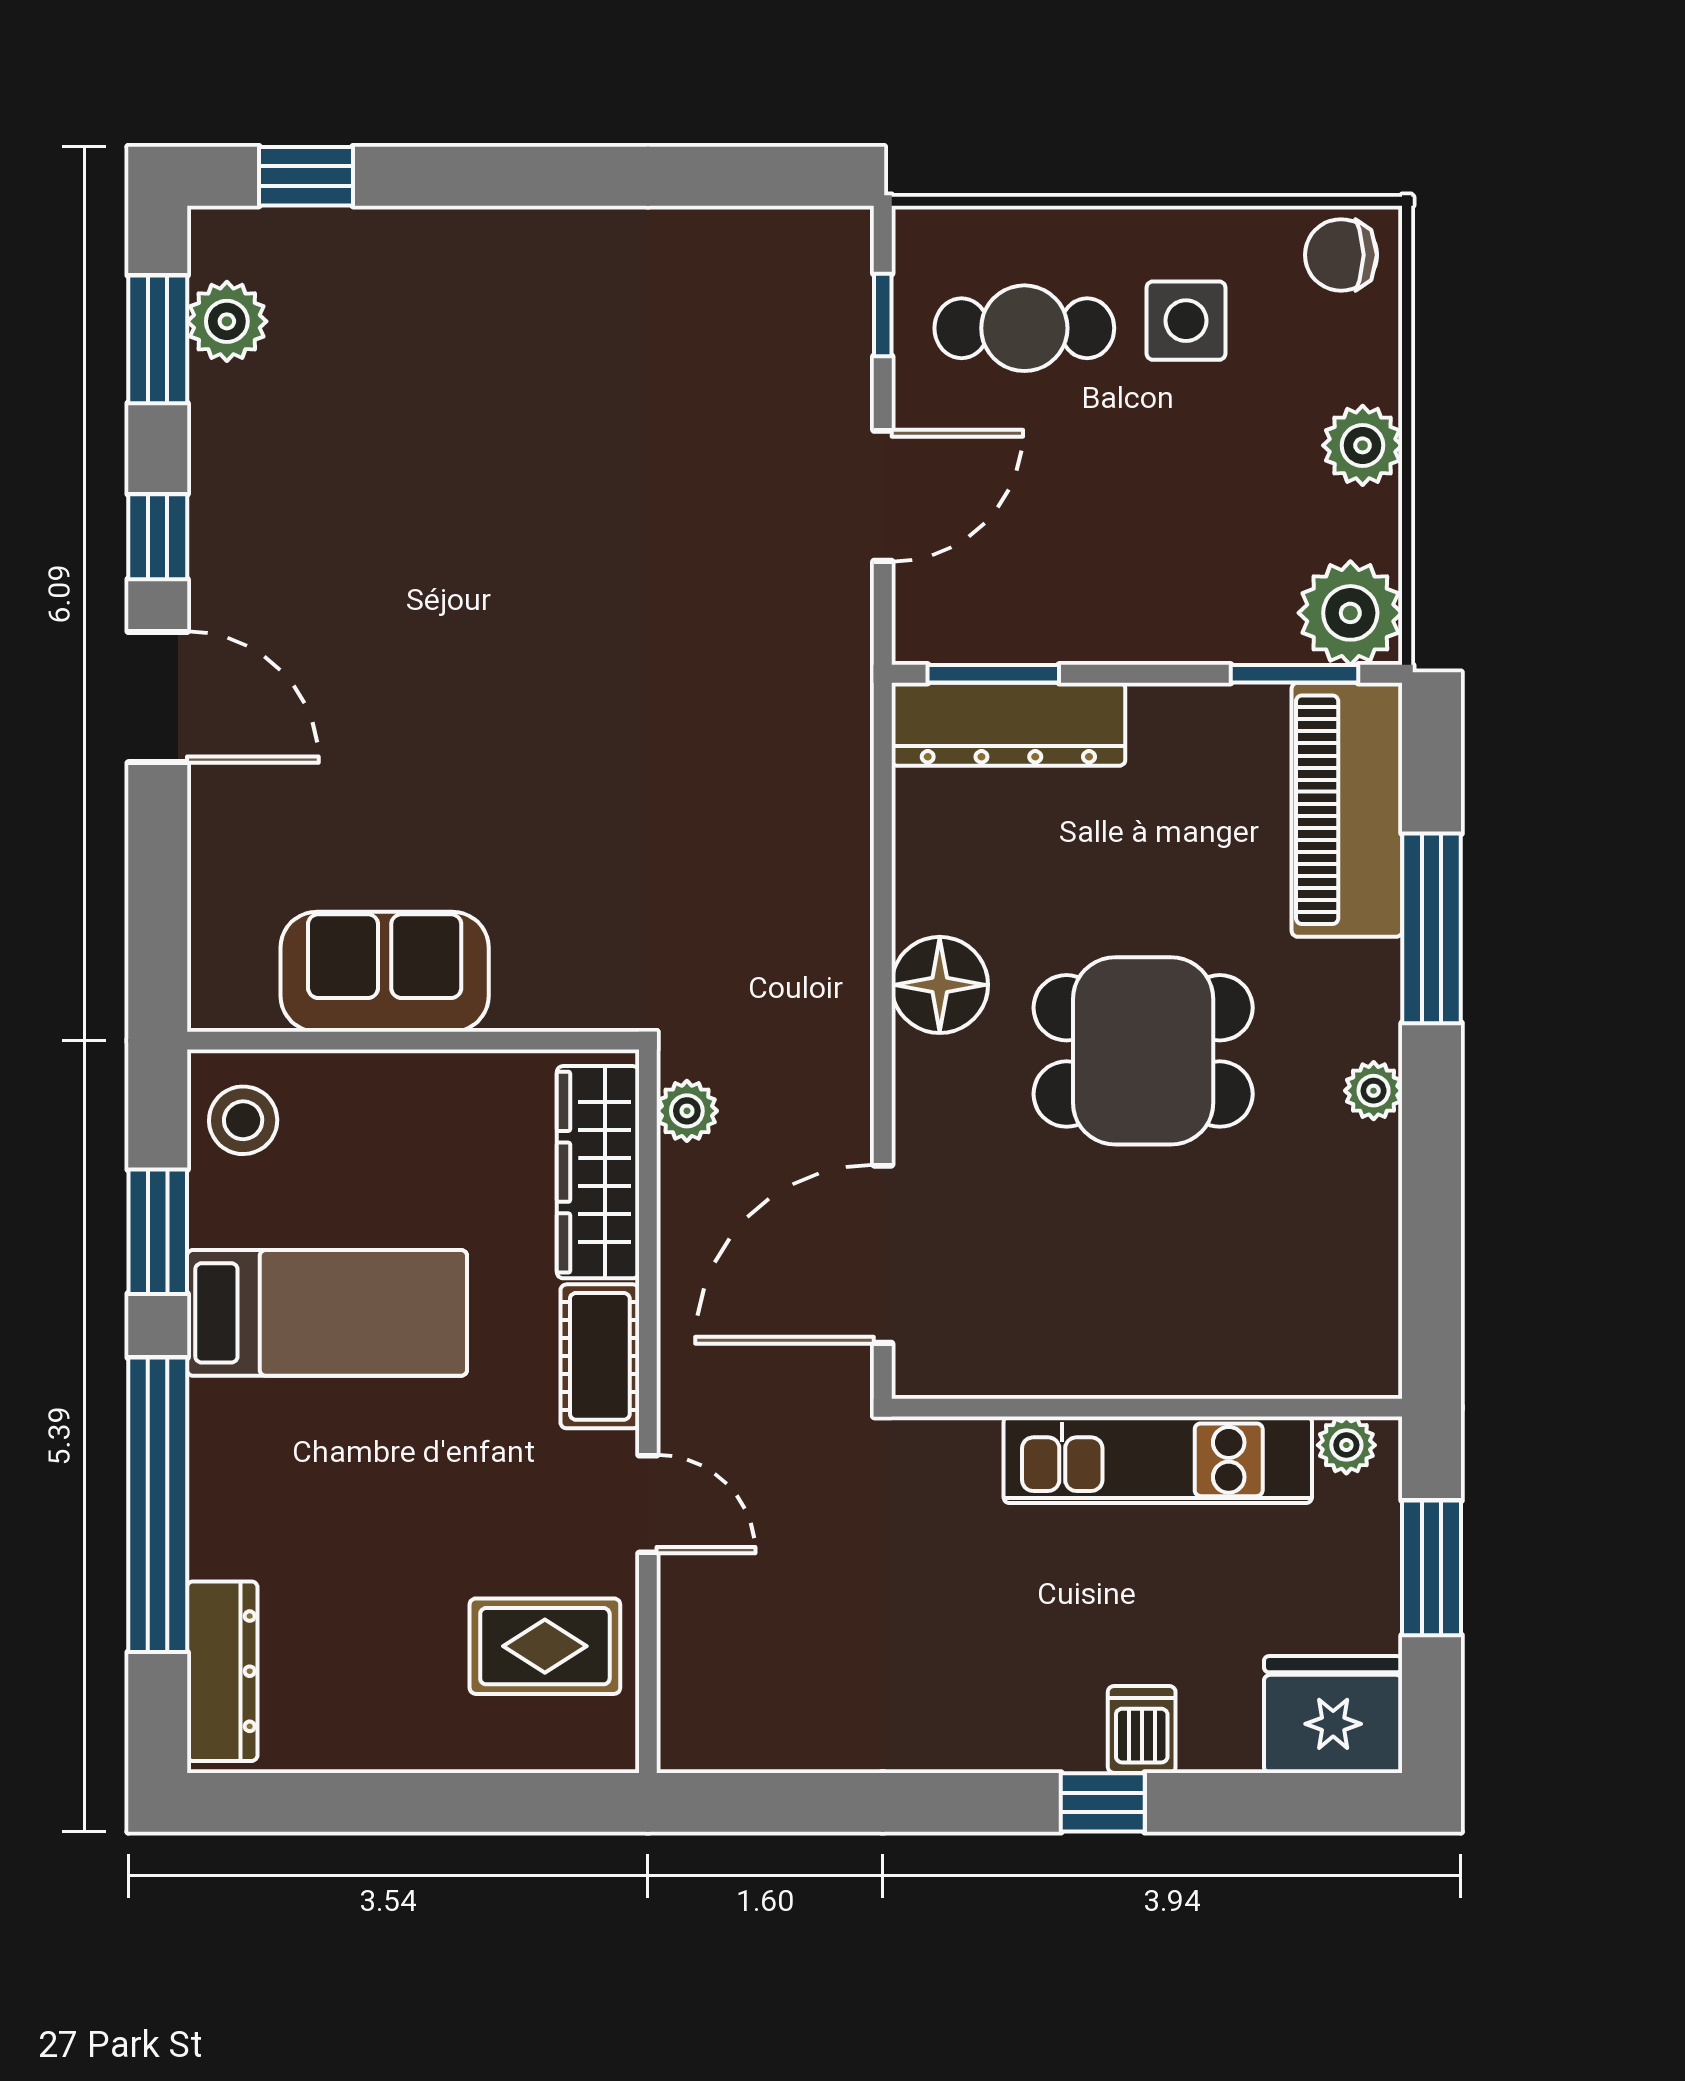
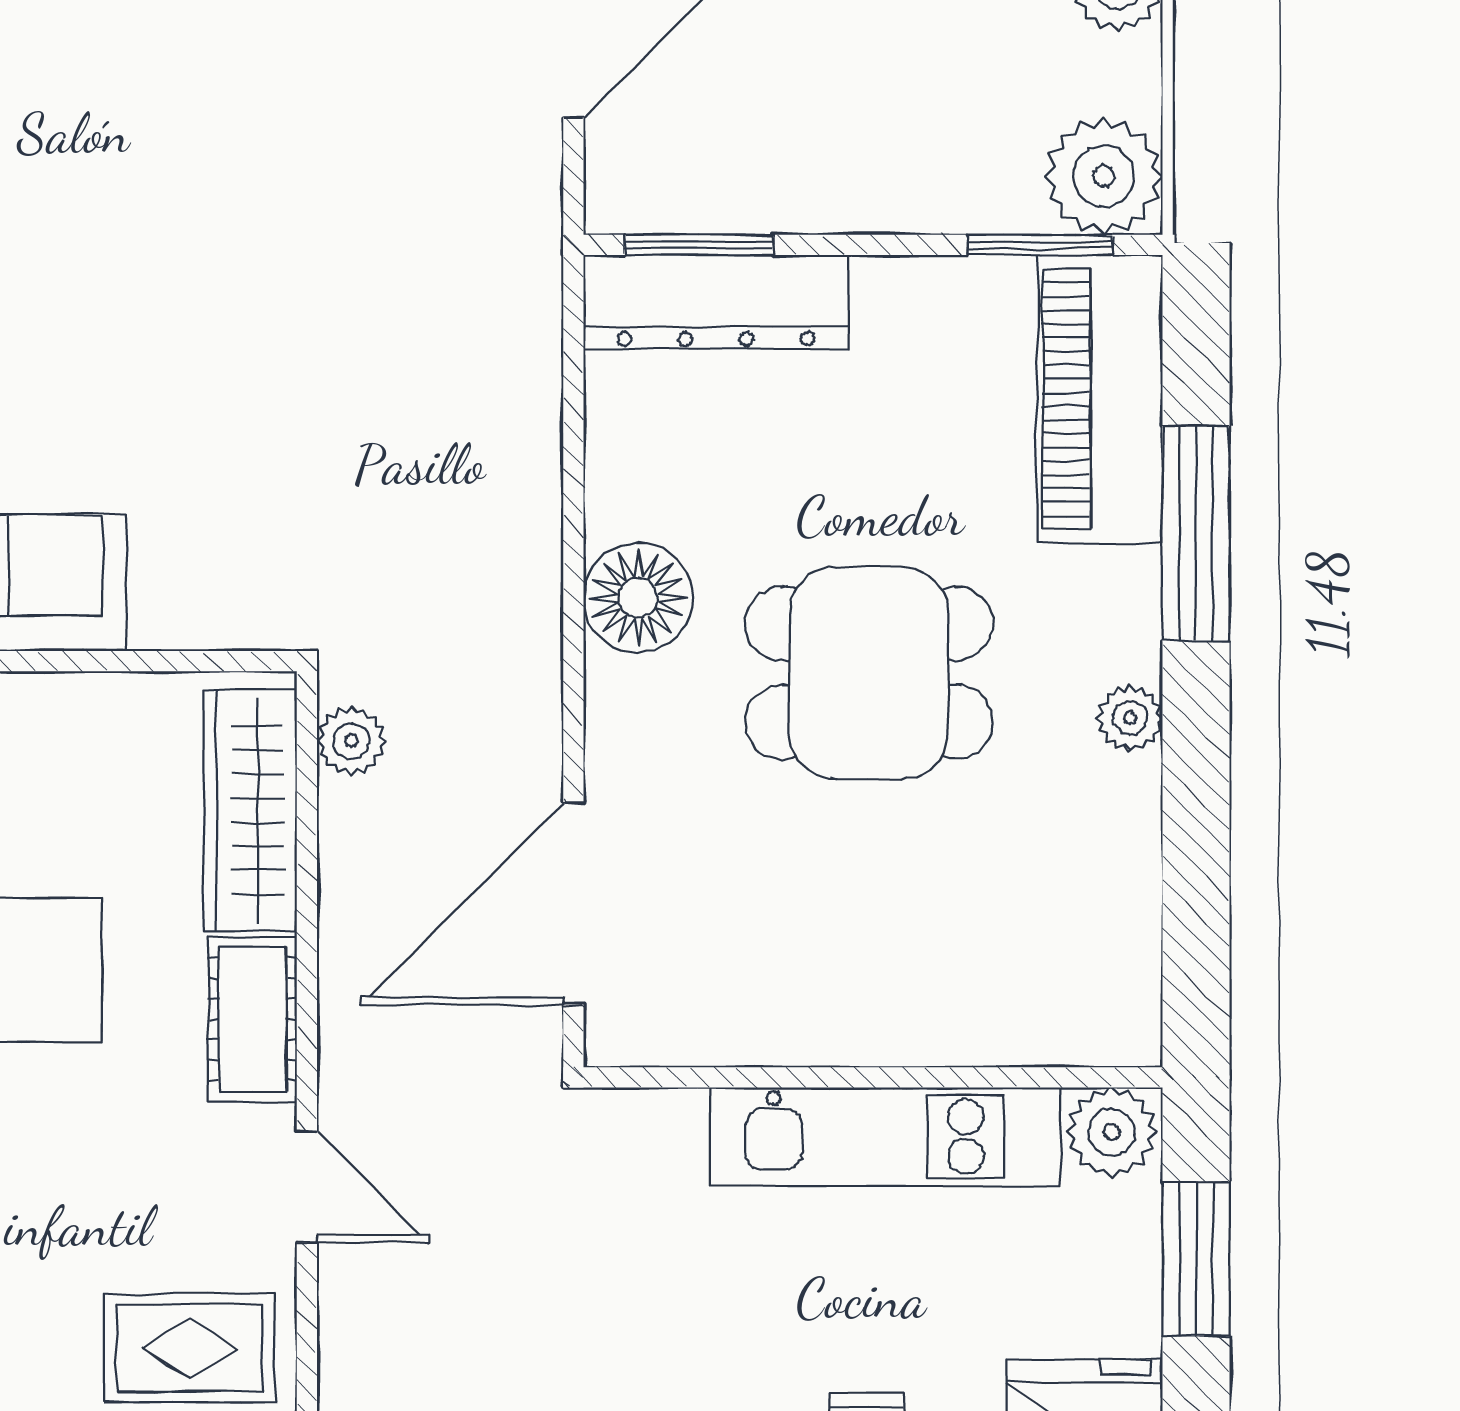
plant: (1346, 1445) -> (1112, 1132), width x1.38, depth x1.38

